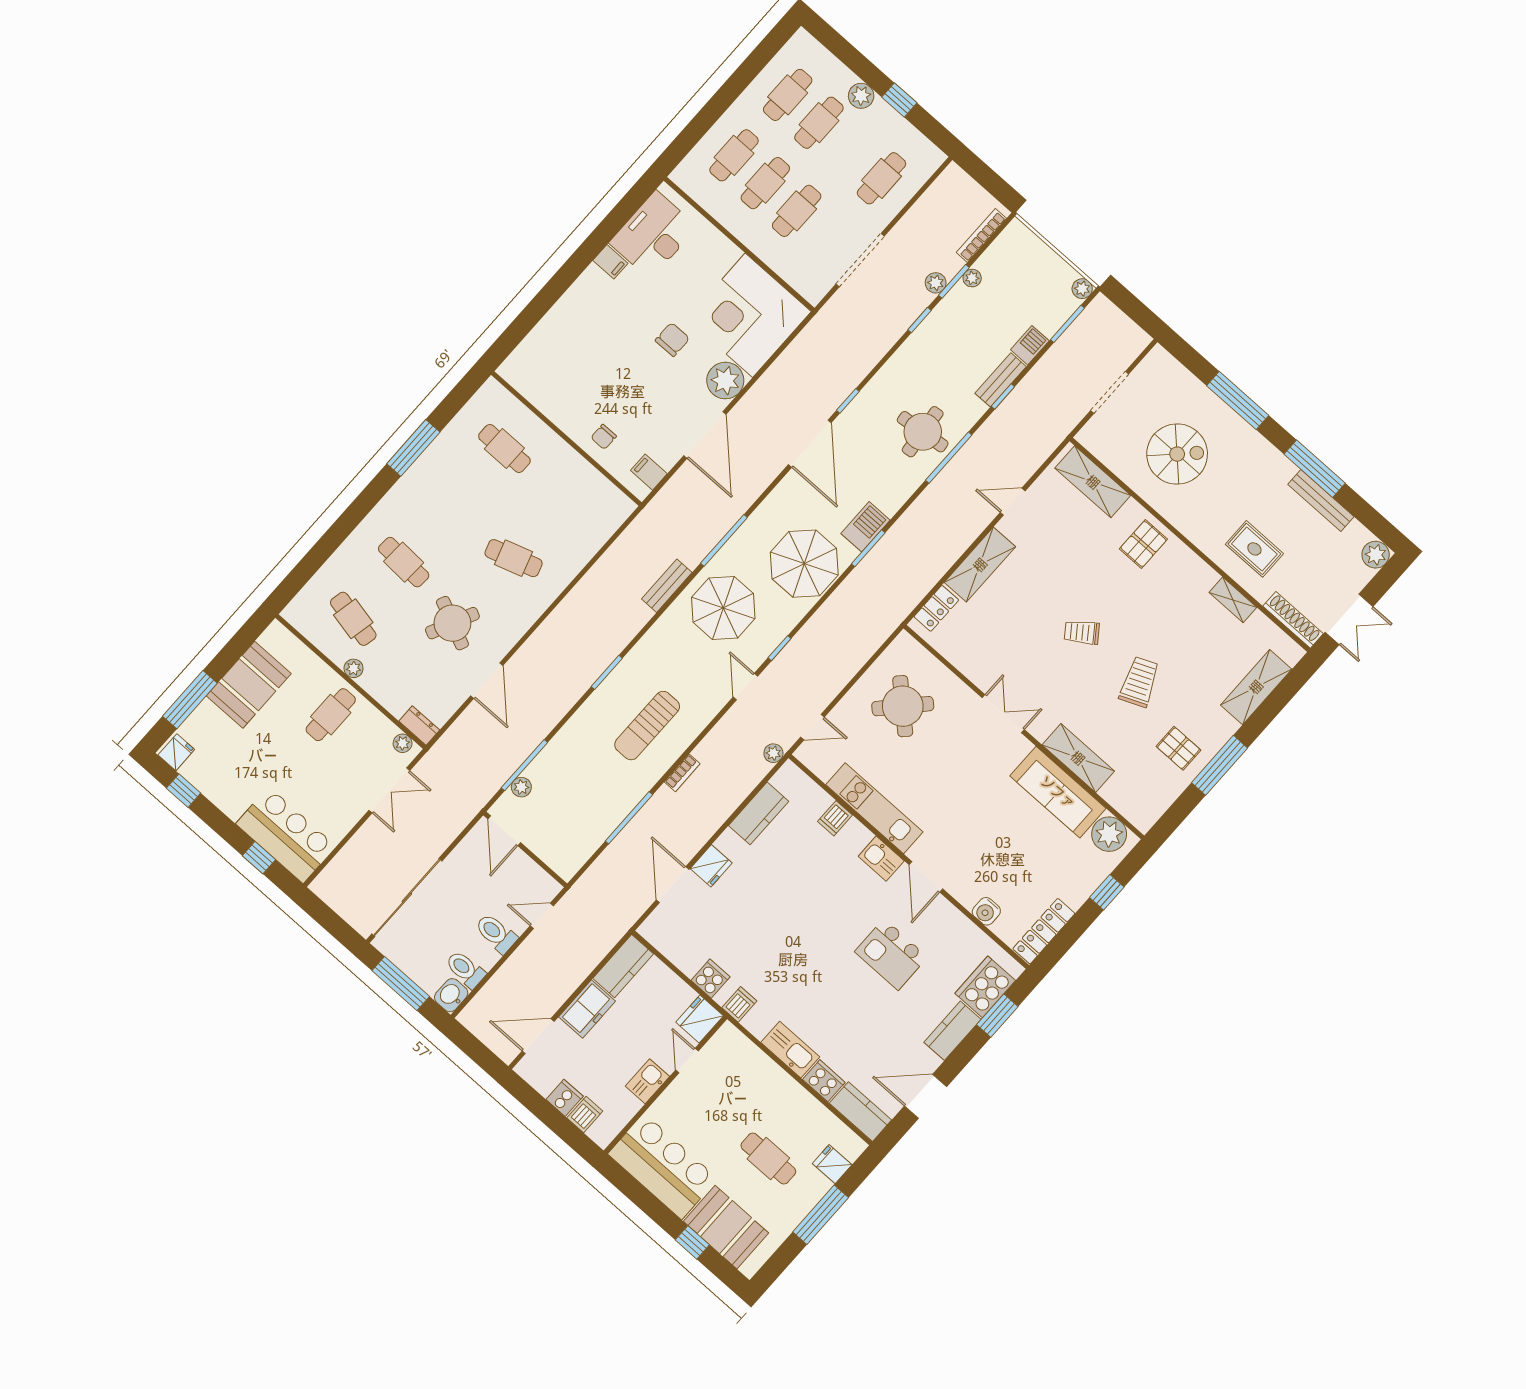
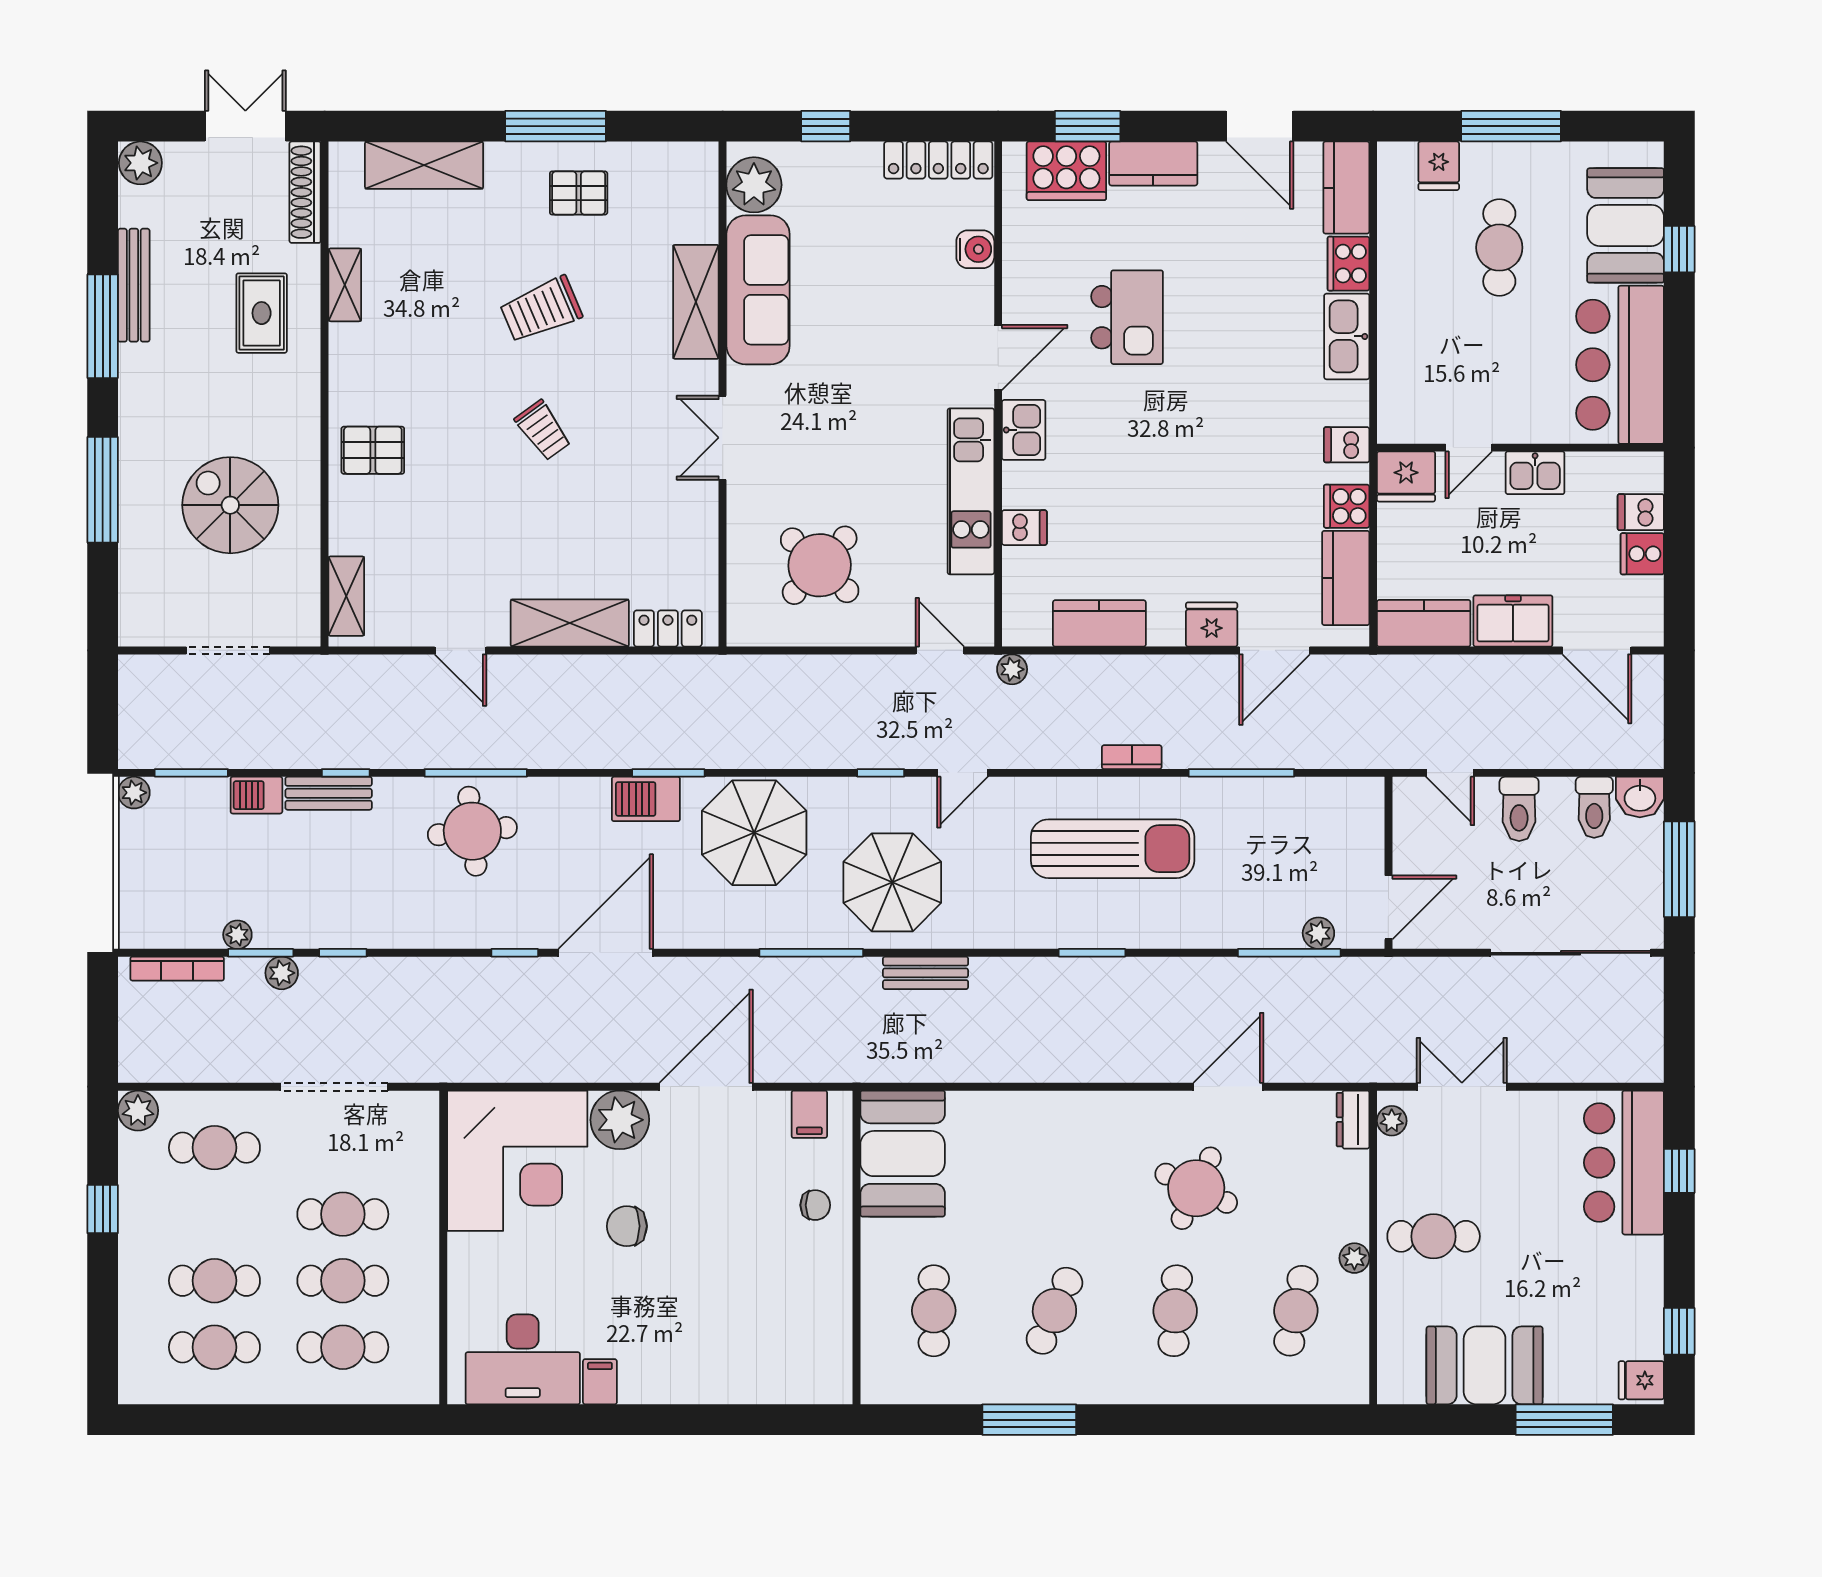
plant: (861, 96) -> (138, 1111), moved
shelving: (1093, 482) -> (346, 596), width x0.67, depth x0.75
booth: (591, 499) -> (903, 1154), added
cafe table: (514, 558) -> (1054, 1311), moved, turned 42
sun lounger: (647, 726) -> (1113, 849), width x1.36, depth x1.34
pallet: (1178, 748) -> (579, 193), turned 90
kitchen counter: (677, 948) -> (1346, 578), added

